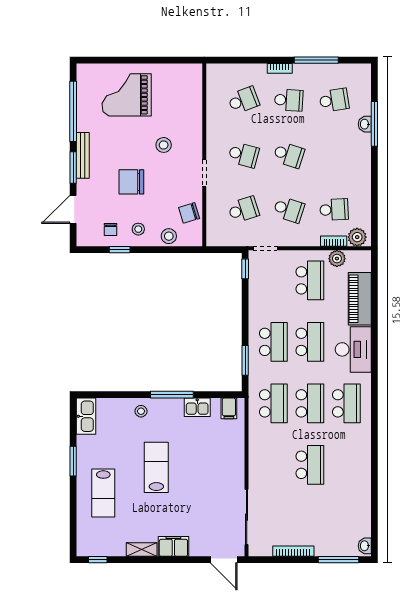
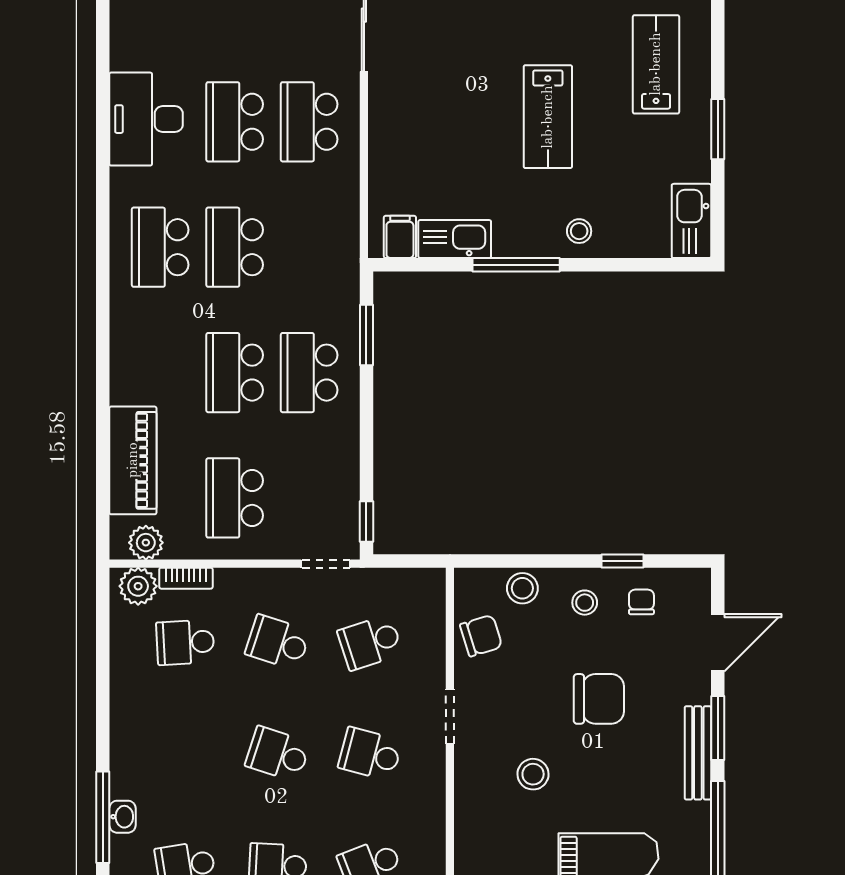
plant: (337, 259) -> (146, 543), moved
desk: (353, 349) -> (146, 119), moved
school desk: (273, 403) -> (309, 122), moved
kitchen sink: (197, 407) -> (455, 239), width x1.38

